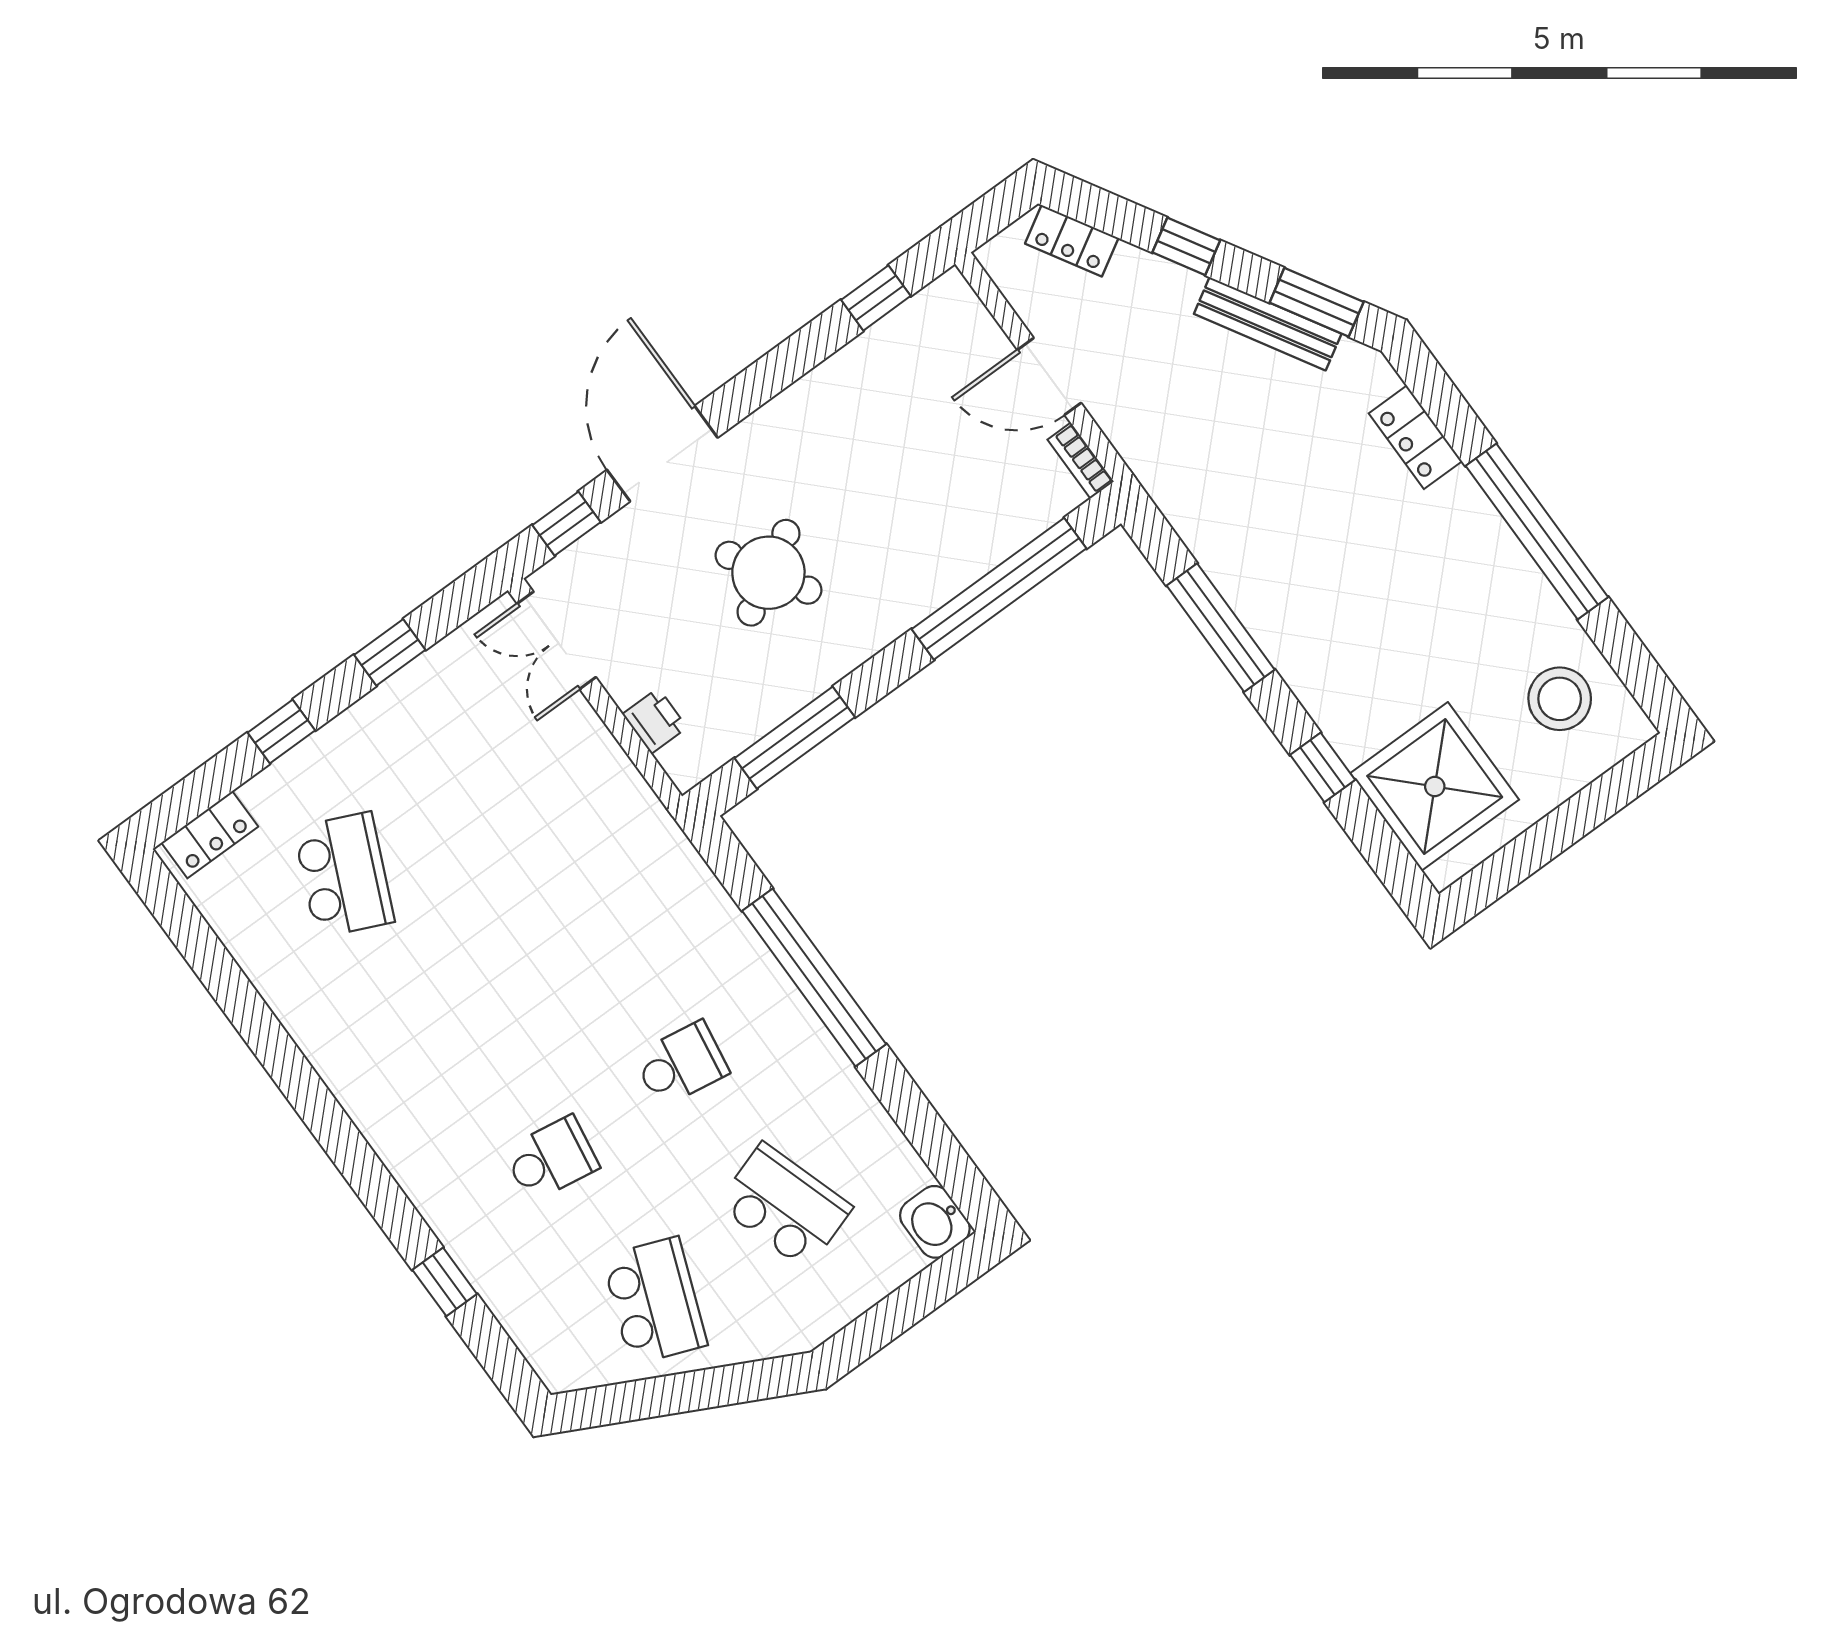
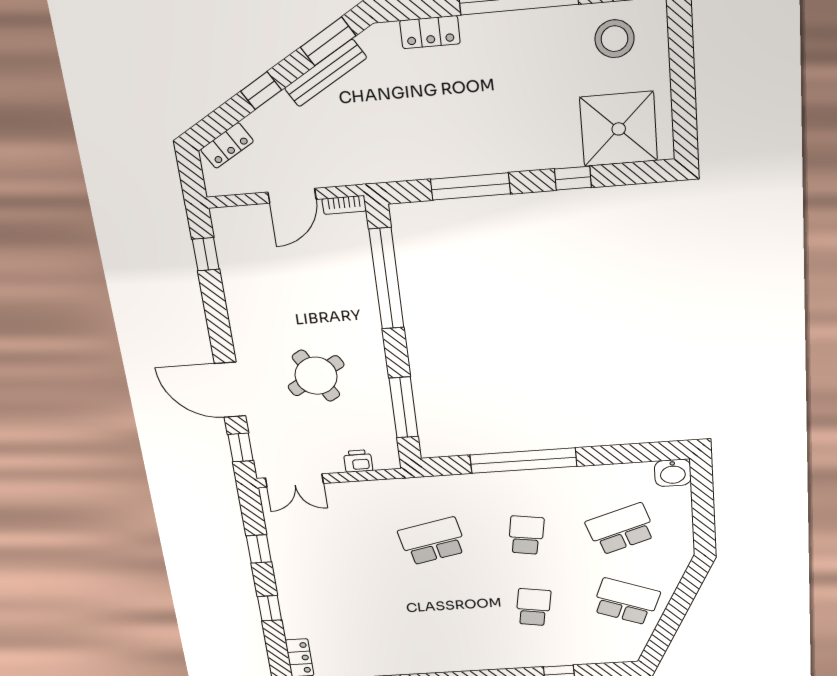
school desk: (344, 875) -> (432, 541), moved, turned -36

